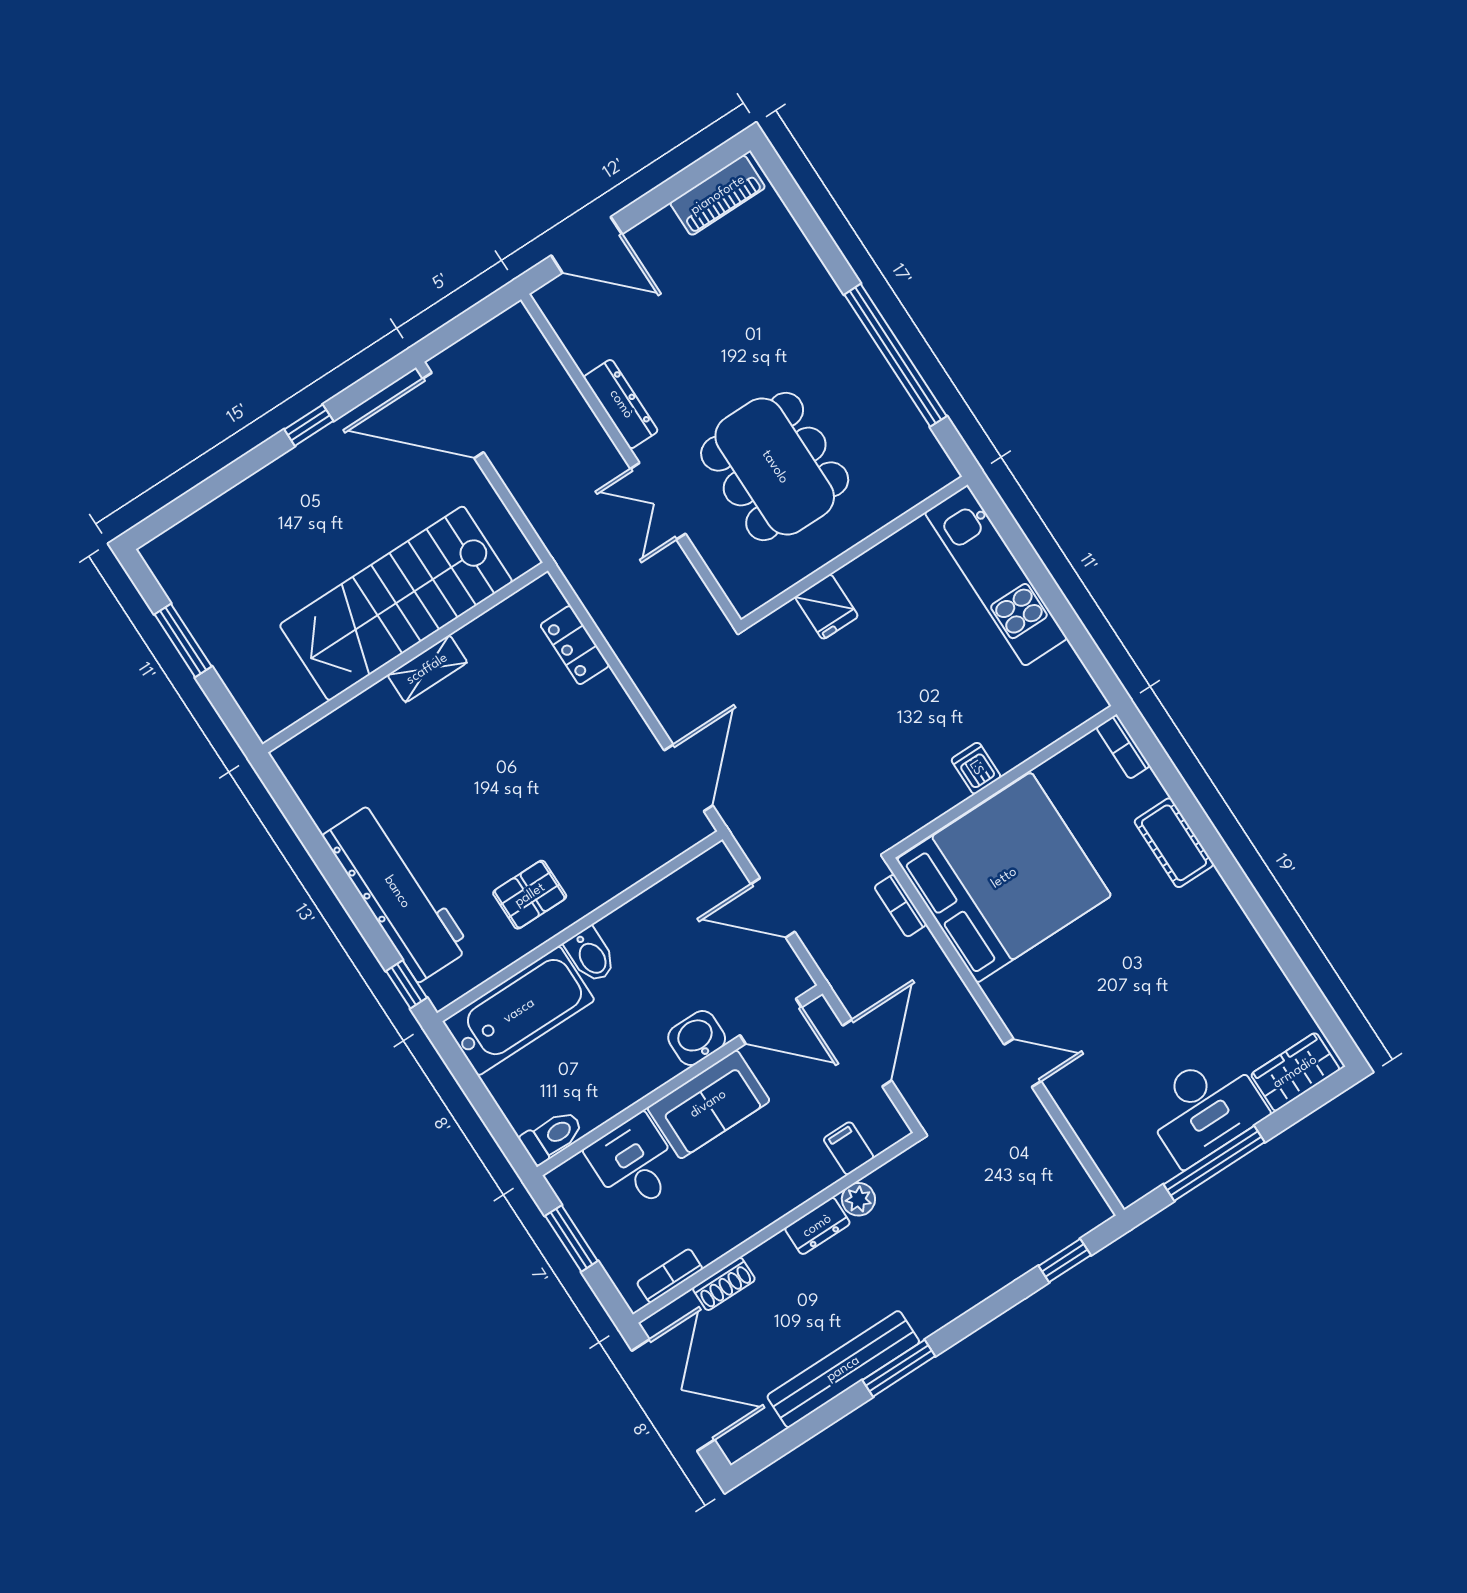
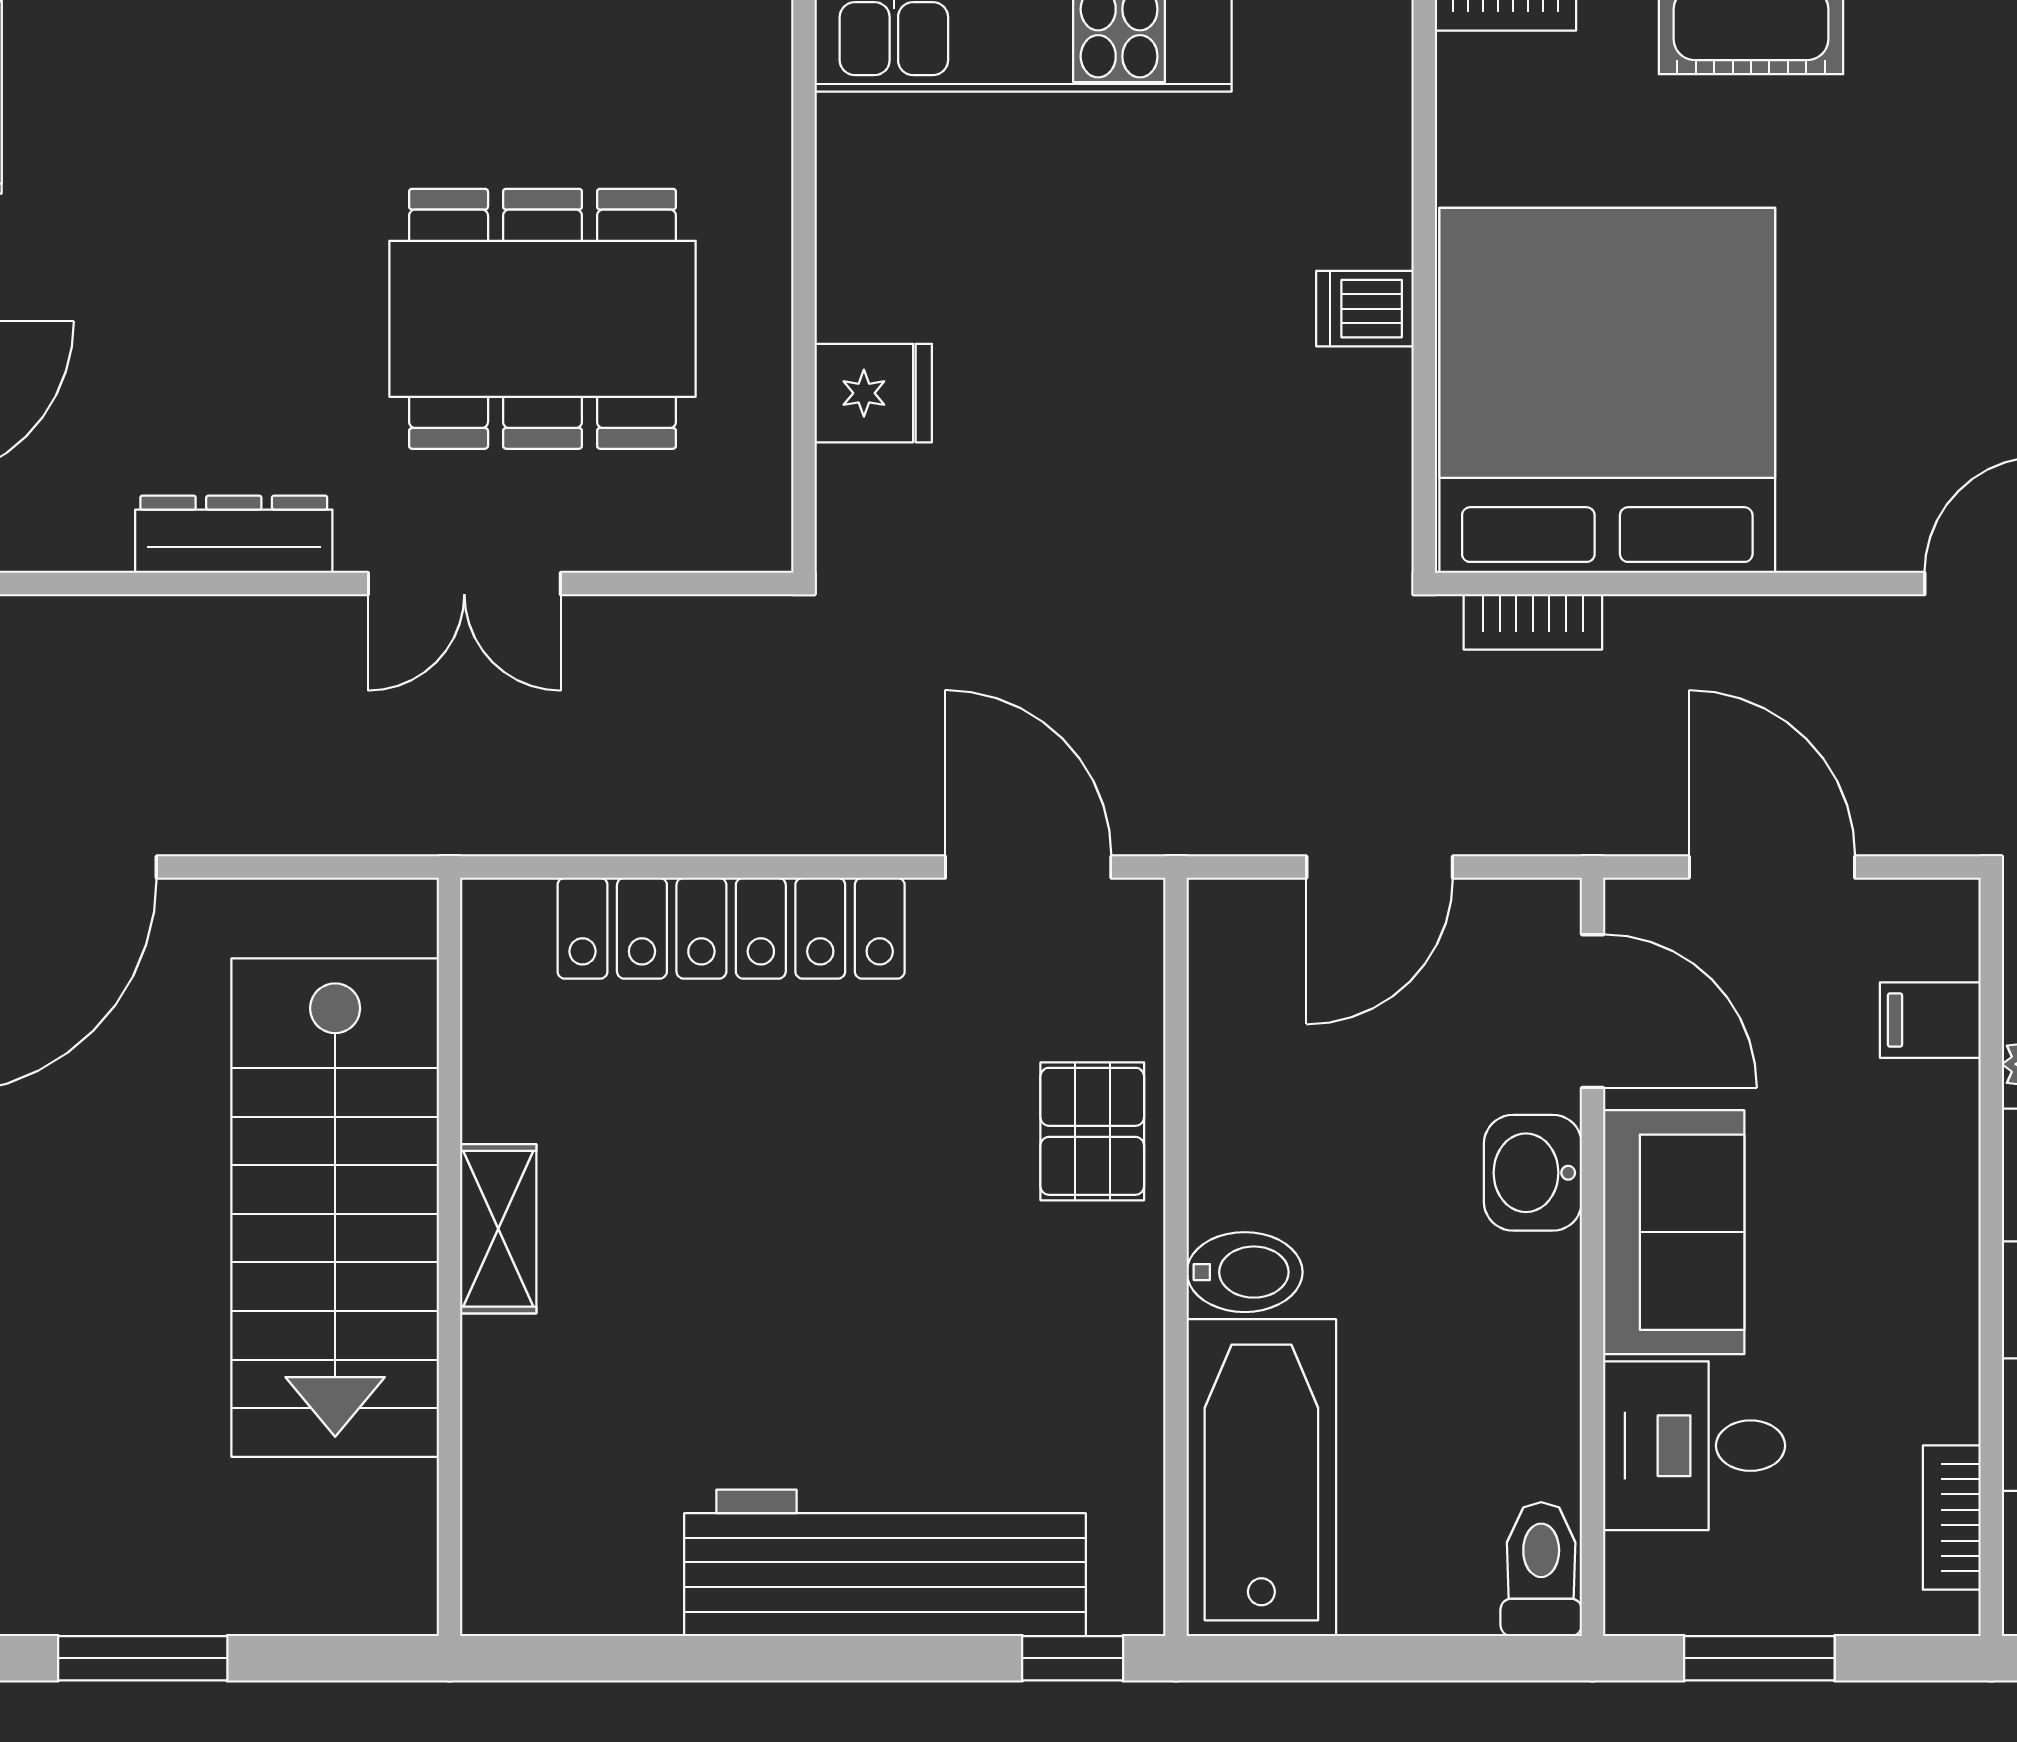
locker: (575, 645) -> (731, 928), width x2.16, depth x1.21
pallet: (530, 895) -> (1092, 1131), moved
door: (771, 1021) -> (1593, 1011), hinge flipped

